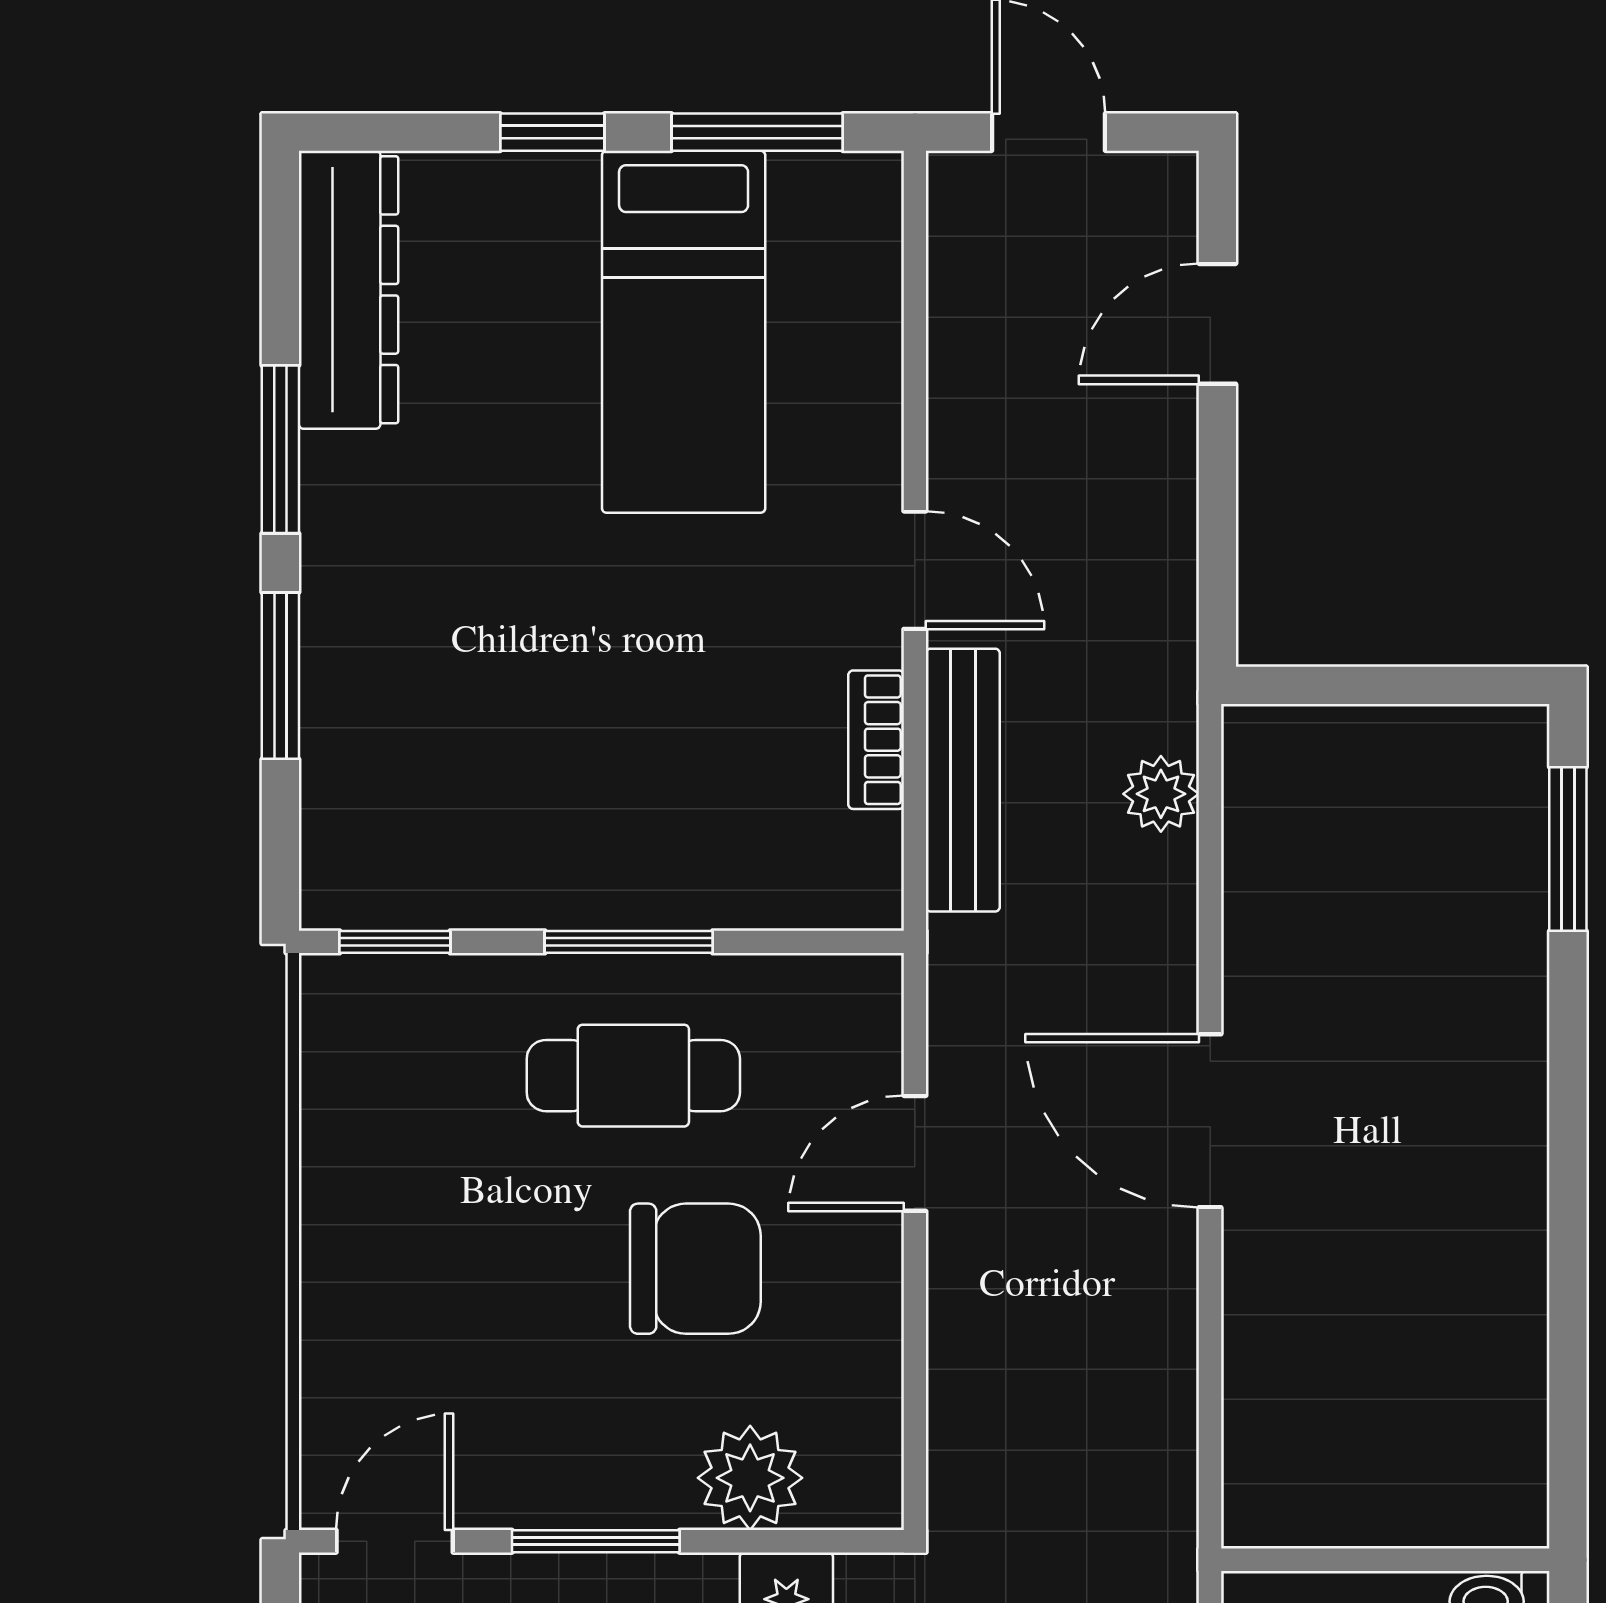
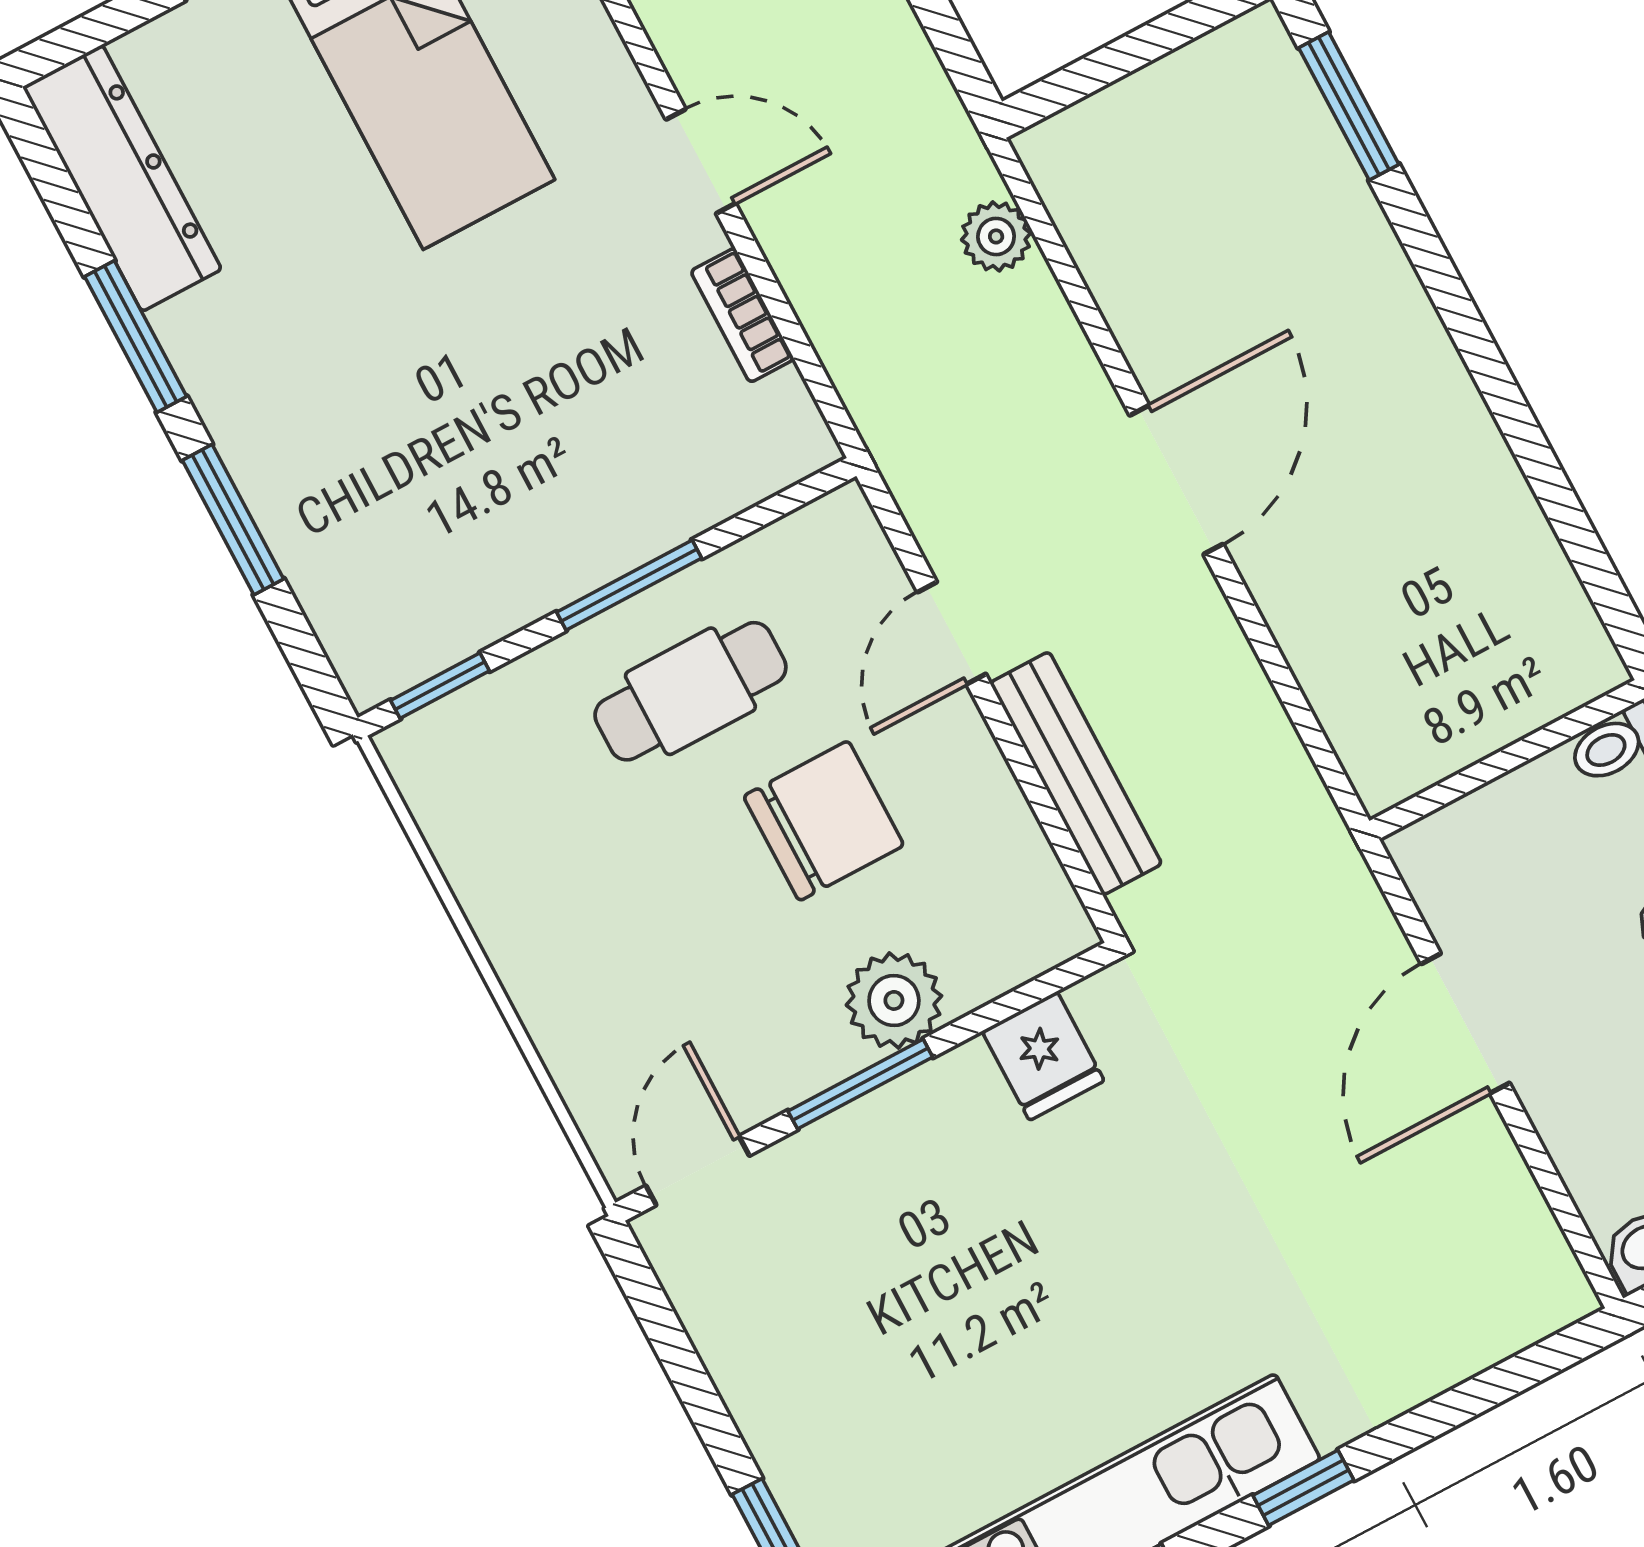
bench: (963, 780) -> (1076, 773), moved
door: (1210, 1121) -> (1176, 480), swing flipped
plant: (750, 1478) -> (894, 1000), moved

